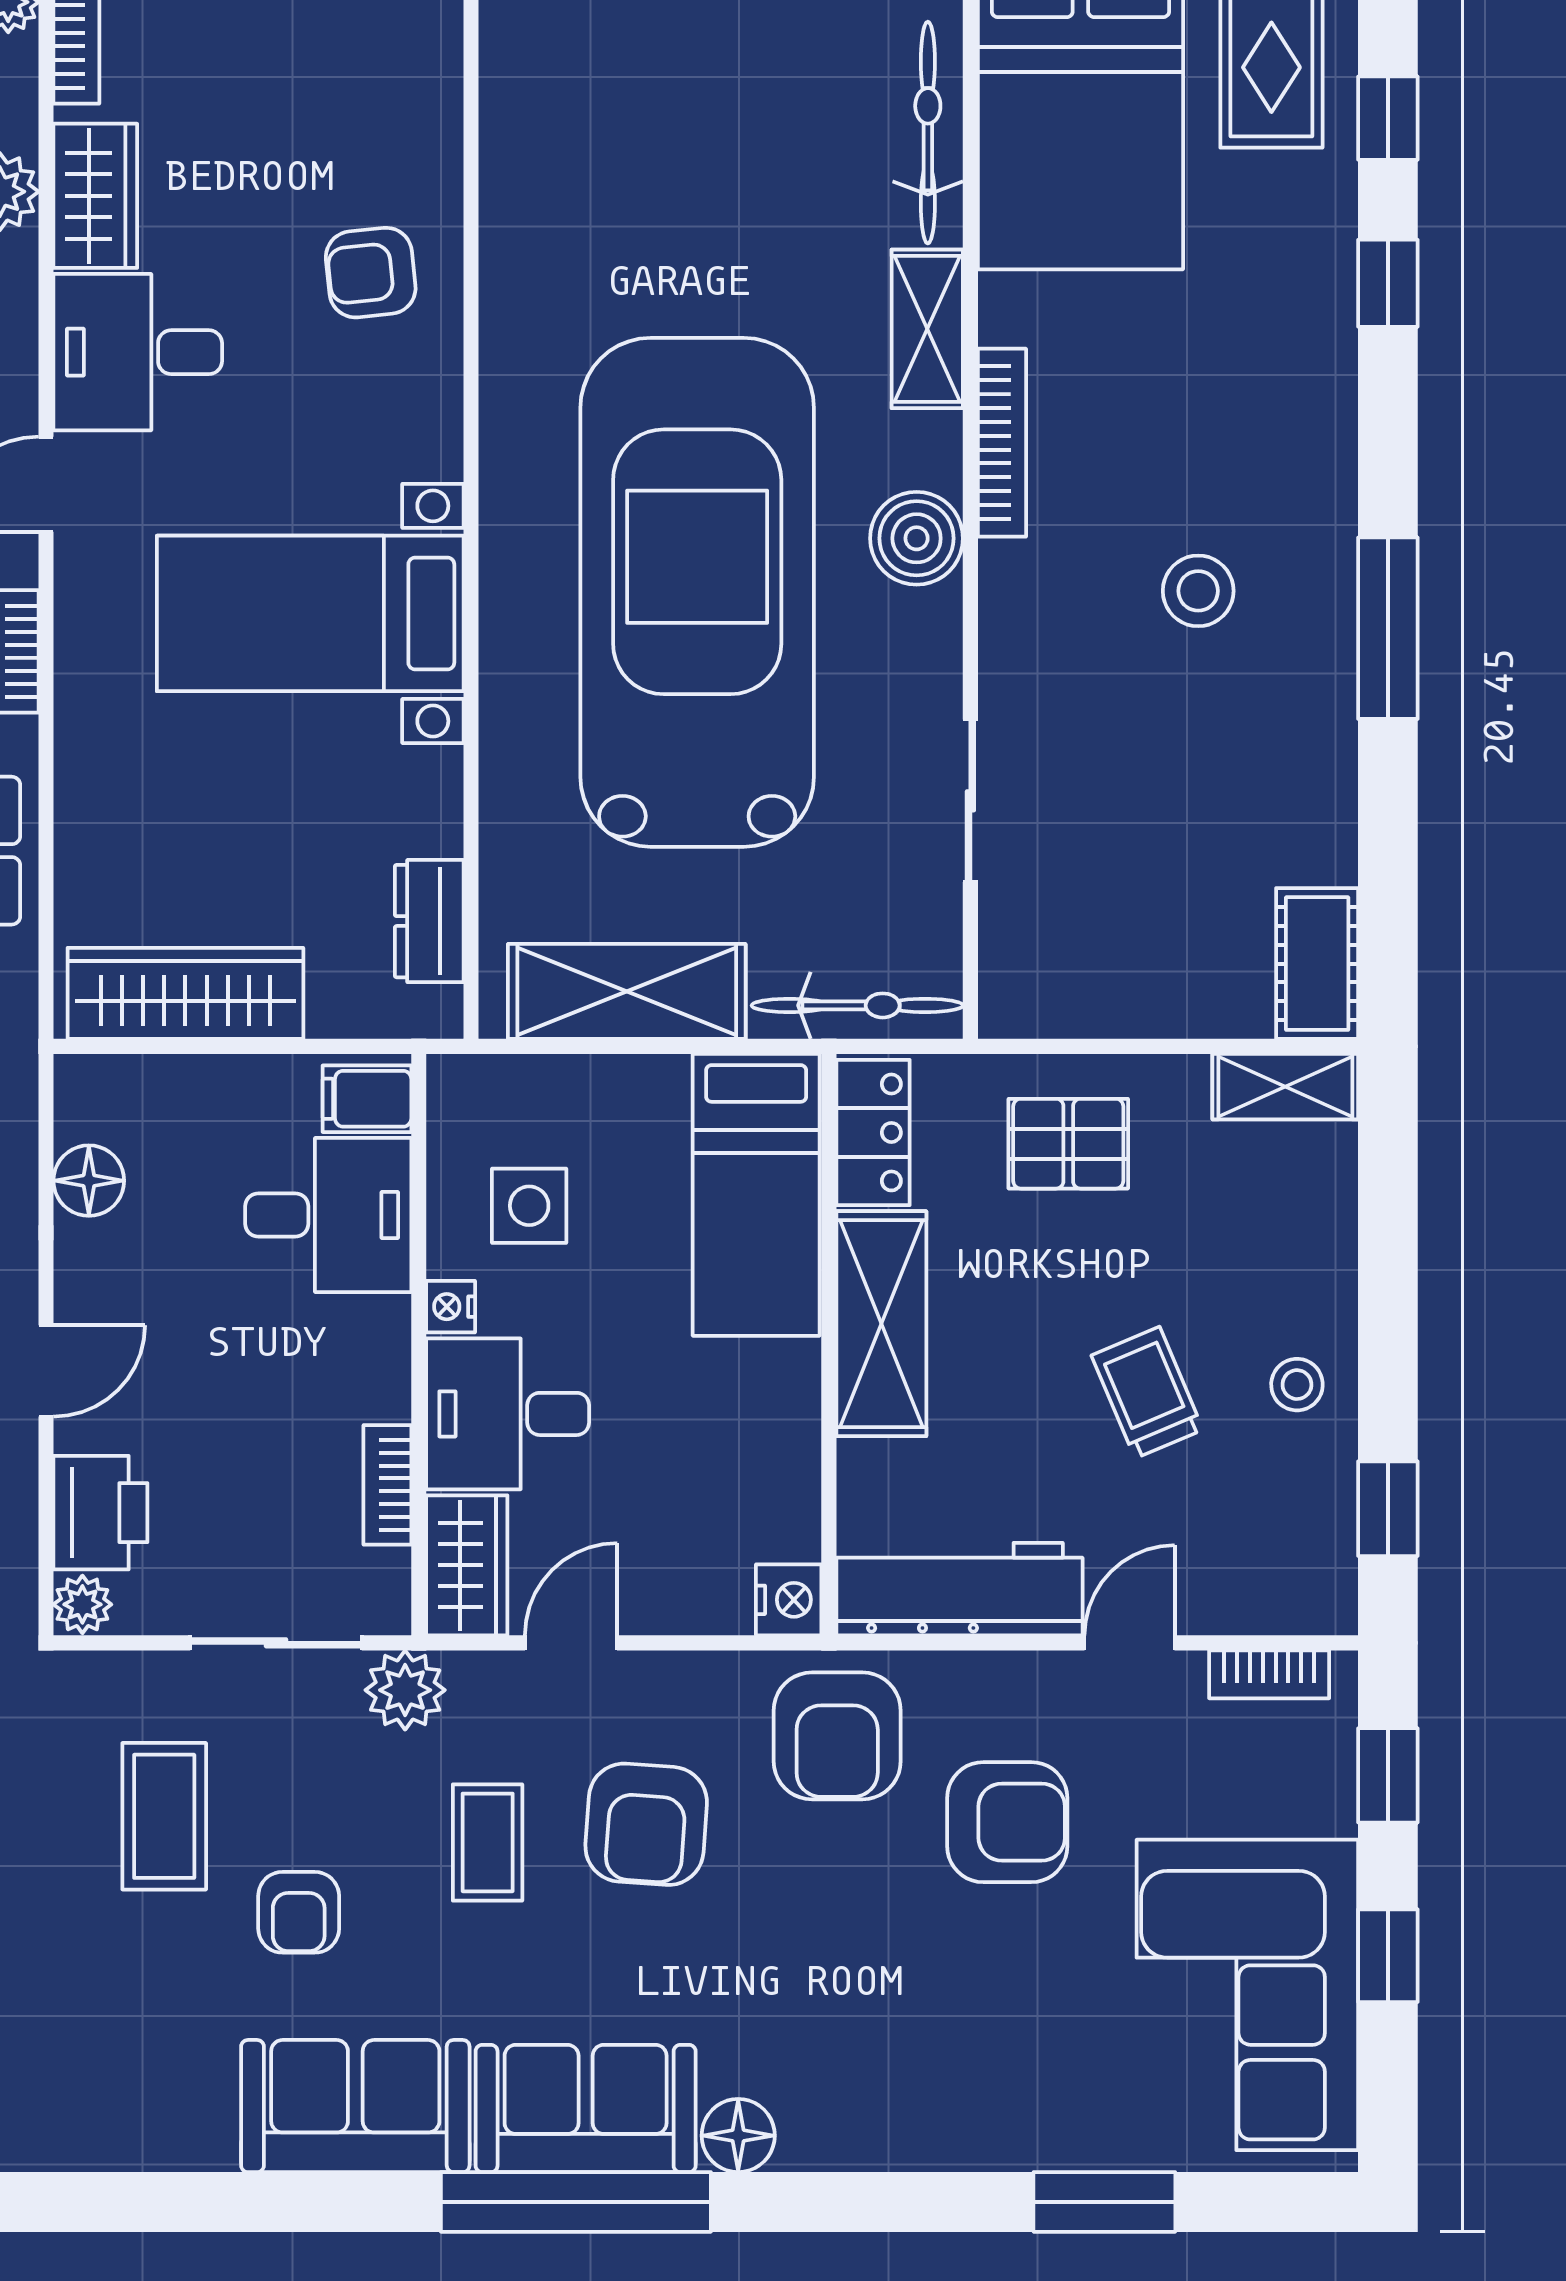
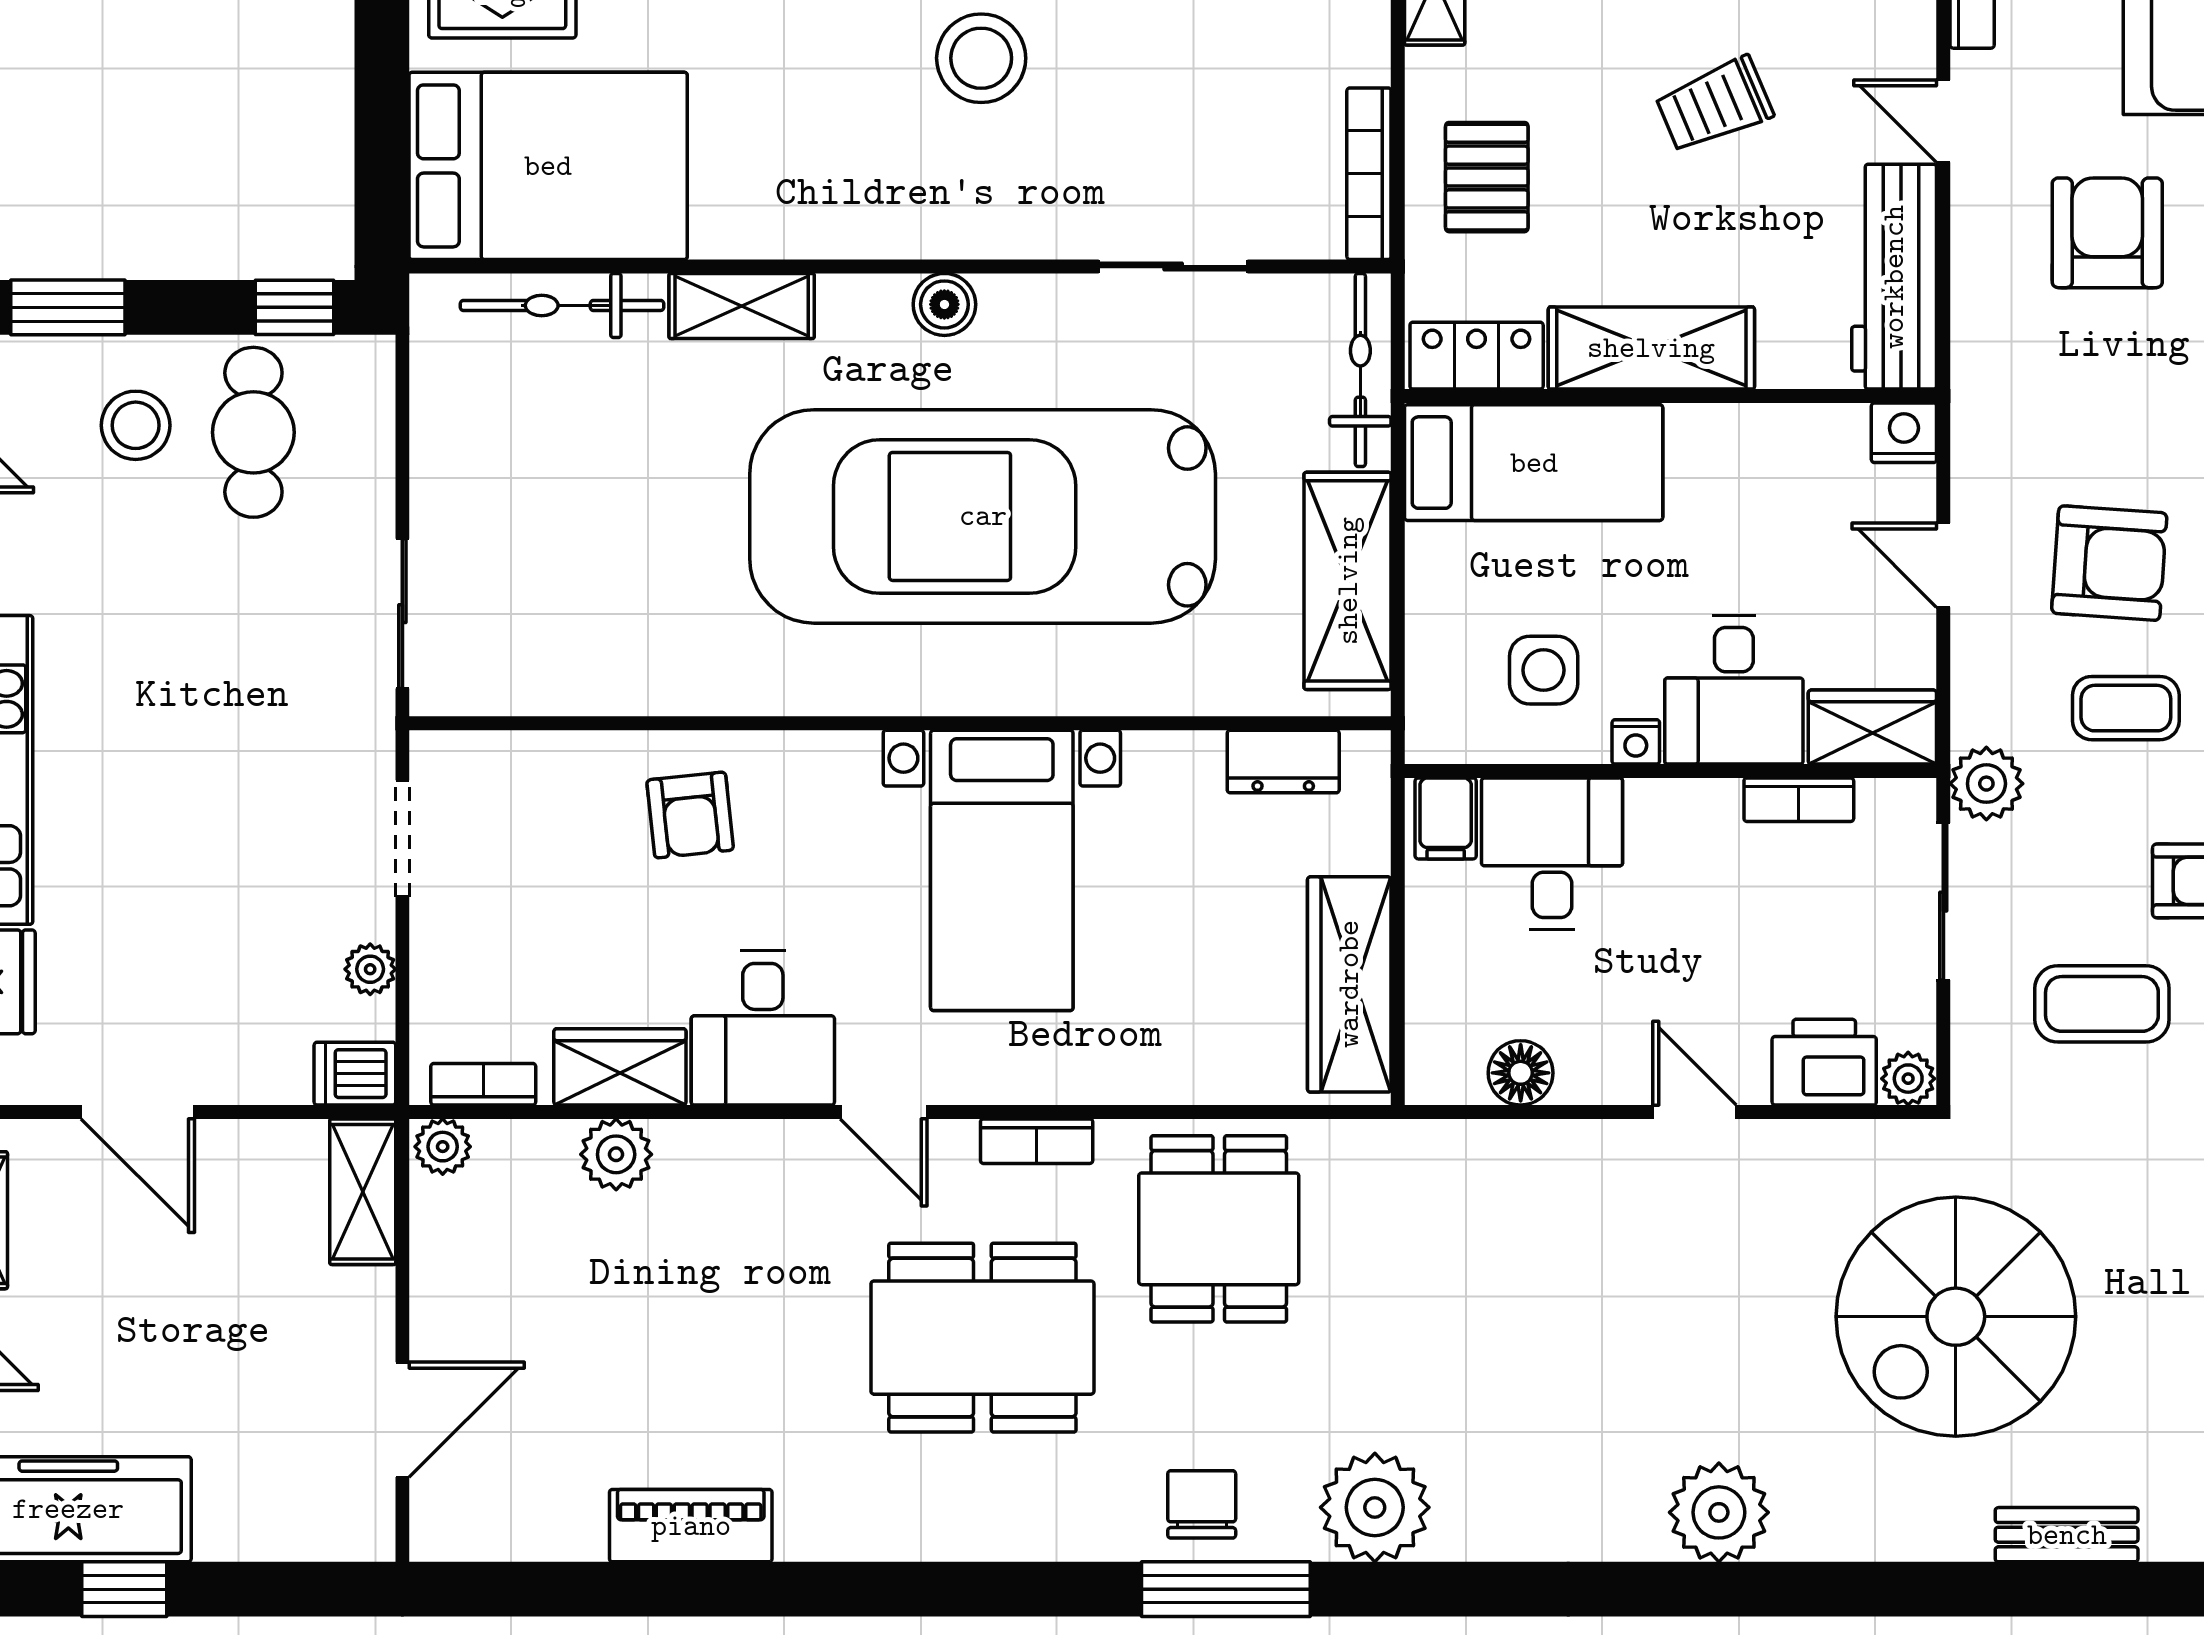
bookcase: (1002, 443) -> (1369, 174), moved, turned -90
boiler: (917, 538) -> (944, 304), width x0.73, depth x0.73
stool: (1198, 591) -> (981, 58), width x1.38, depth x1.38
door: (571, 1643) -> (1943, 565), moved
armchair: (837, 1736) -> (2028, 388), removed

